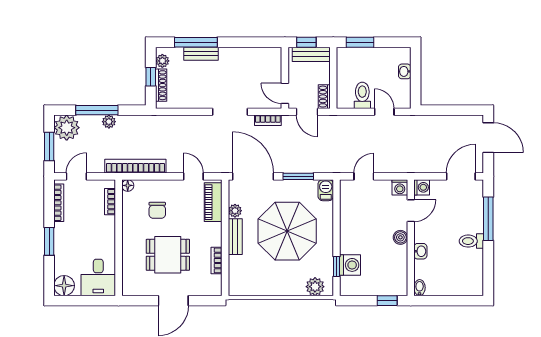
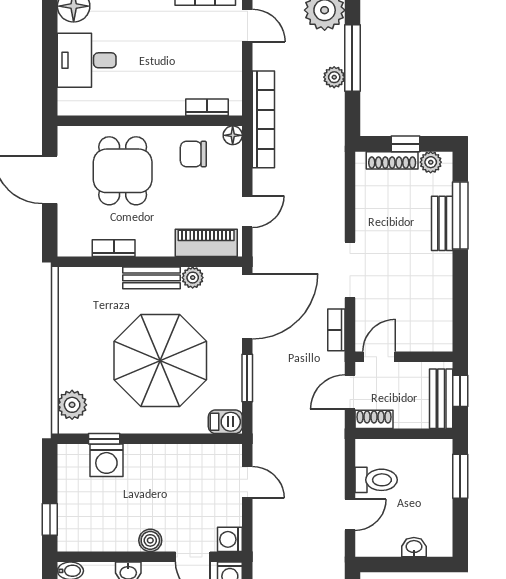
floor lamp: (128, 185) -> (233, 135), moved
bookcase: (110, 202) -> (207, 107), moved
wall: (119, 238) -> (150, 121), moved

